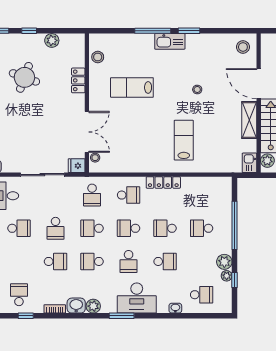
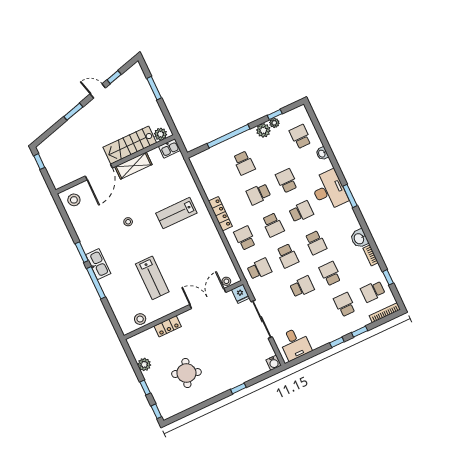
school desk: (19, 228) -> (345, 305), moved
school desk: (165, 228) -> (258, 194), turned 90
plant: (93, 306) -> (353, 224), removed

